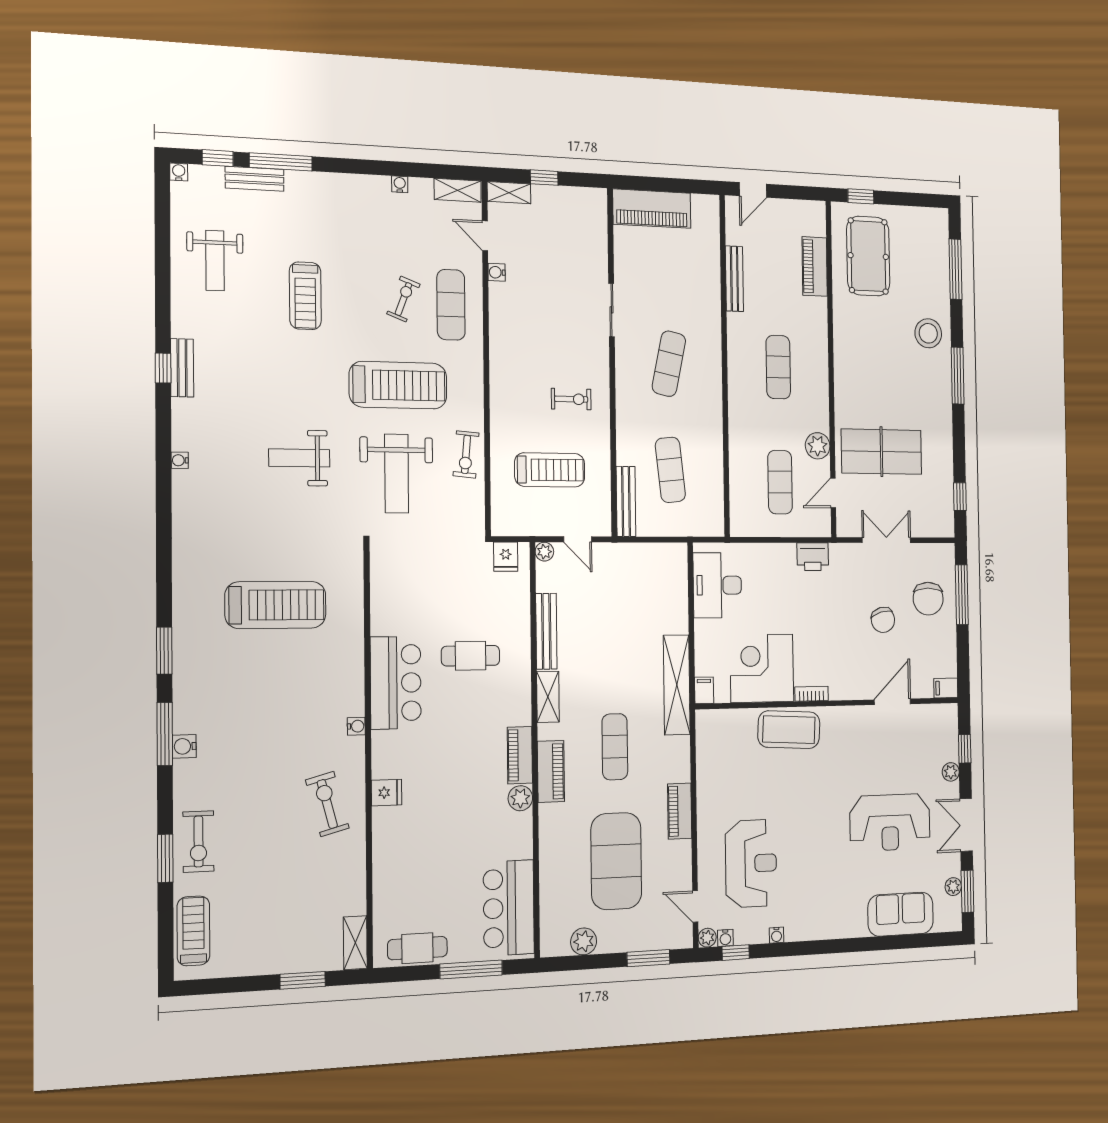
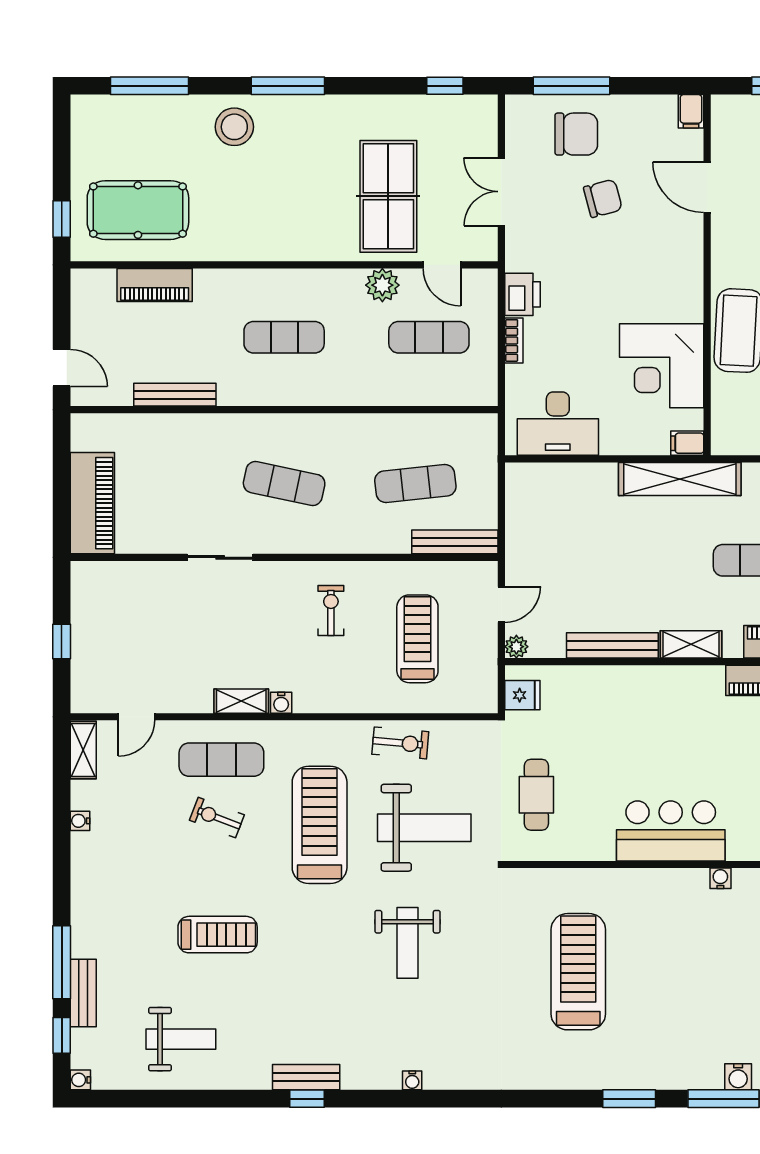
shelving: (509, 193) -> (241, 701), moved, turned 90
water cooler: (497, 272) -> (281, 703), moved
cafe table: (470, 656) -> (536, 795), moved
bookcase: (812, 694) -> (514, 340), moved, turned 180

